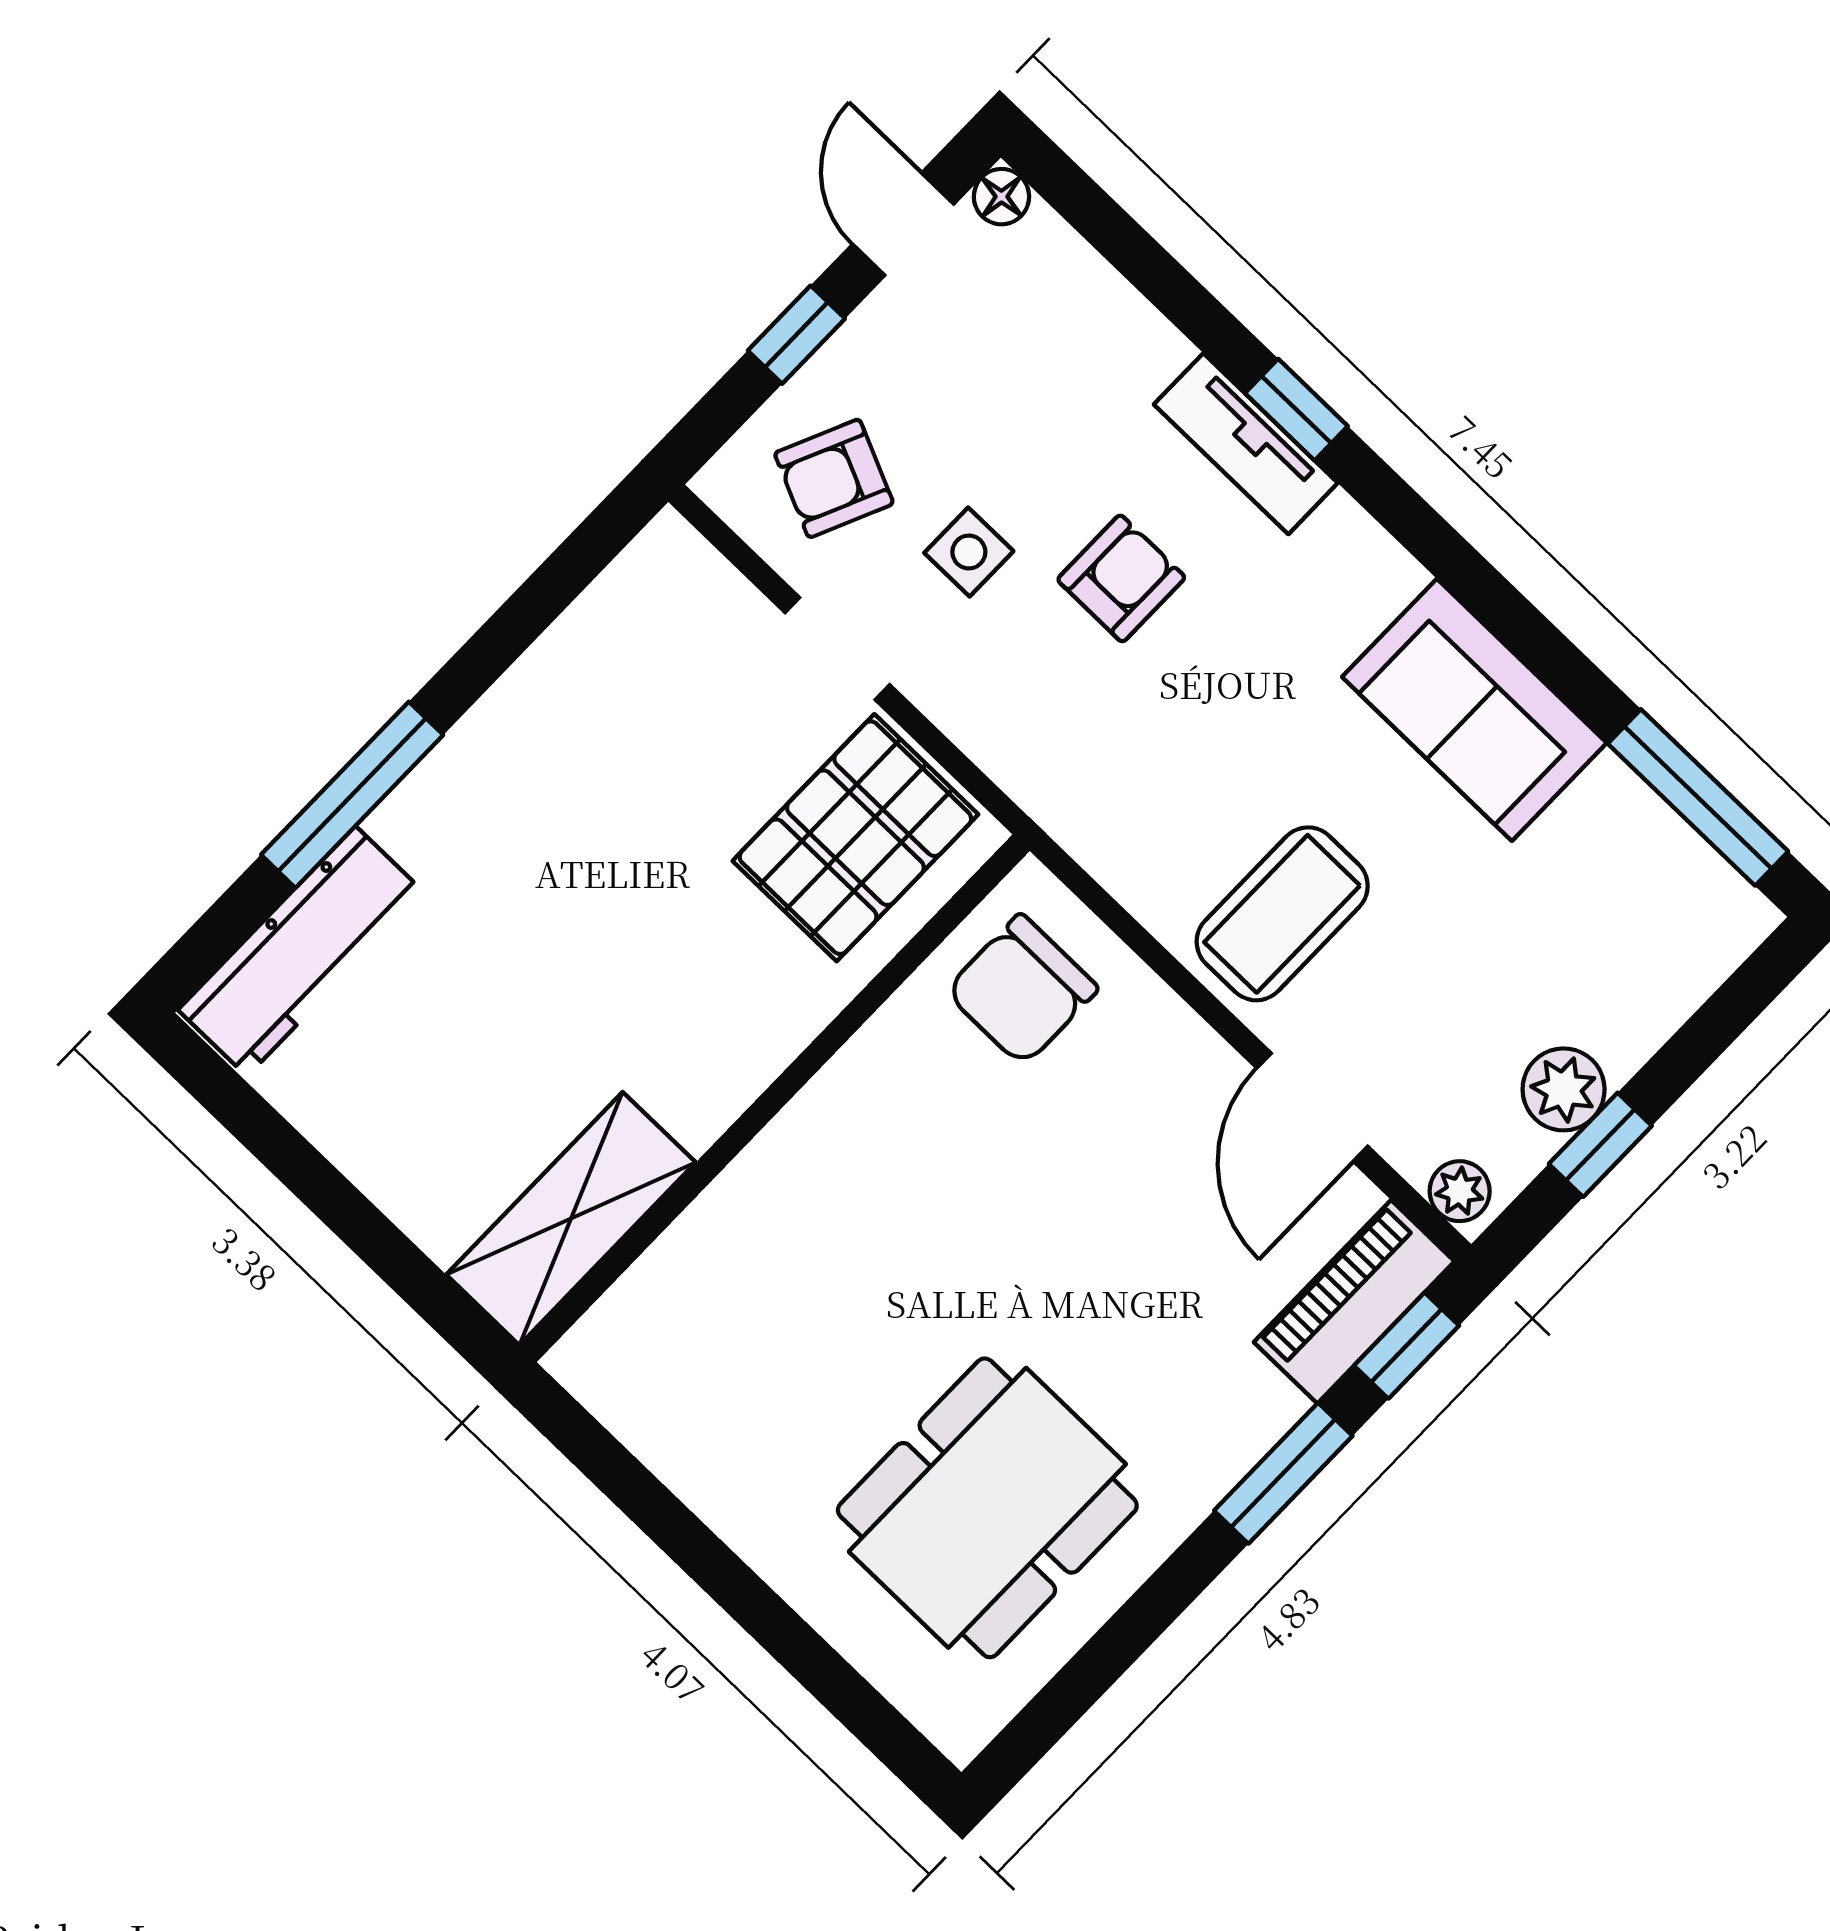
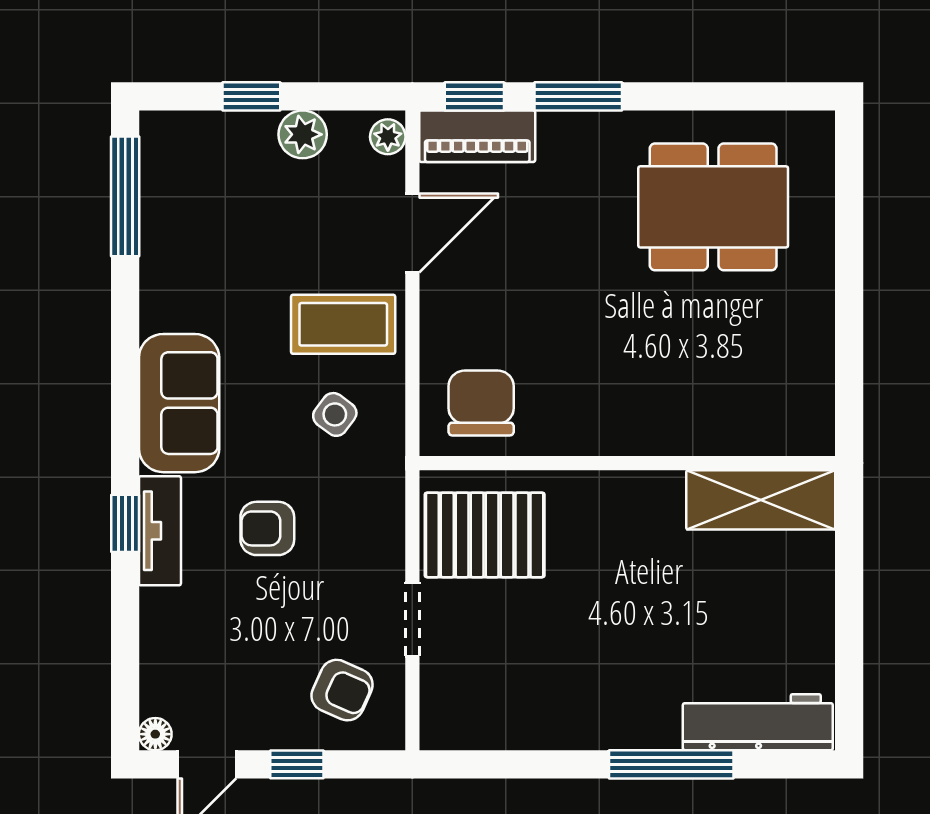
side table: (969, 552) -> (335, 414), moved, turned 37
sofa: (1474, 710) -> (179, 403), moved
chair: (1022, 990) -> (481, 403), turned -90
window: (1600, 1145) -> (251, 96), moved

